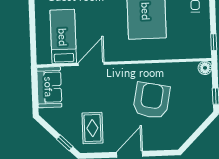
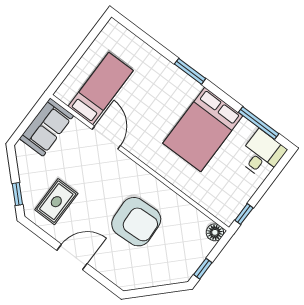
door: (91, 64) -> (106, 138), hinge flipped
armchair: (151, 101) -> (136, 222), turned 76

